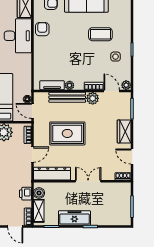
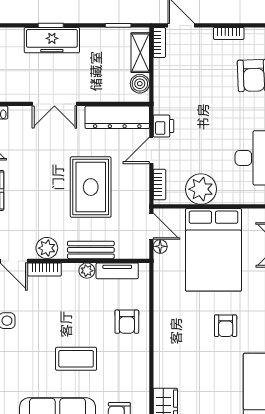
armchair: (42, 29) -> (127, 322), moved
coffee table: (100, 34) -> (76, 359), moved
desk: (18, 36) -> (177, 357), removed
bench: (67, 97) -> (91, 250), width x0.73
rug: (67, 133) -> (91, 187), turned 90
printer: (25, 194) -> (163, 126), moved
freezer: (74, 218) -> (52, 40), moved

